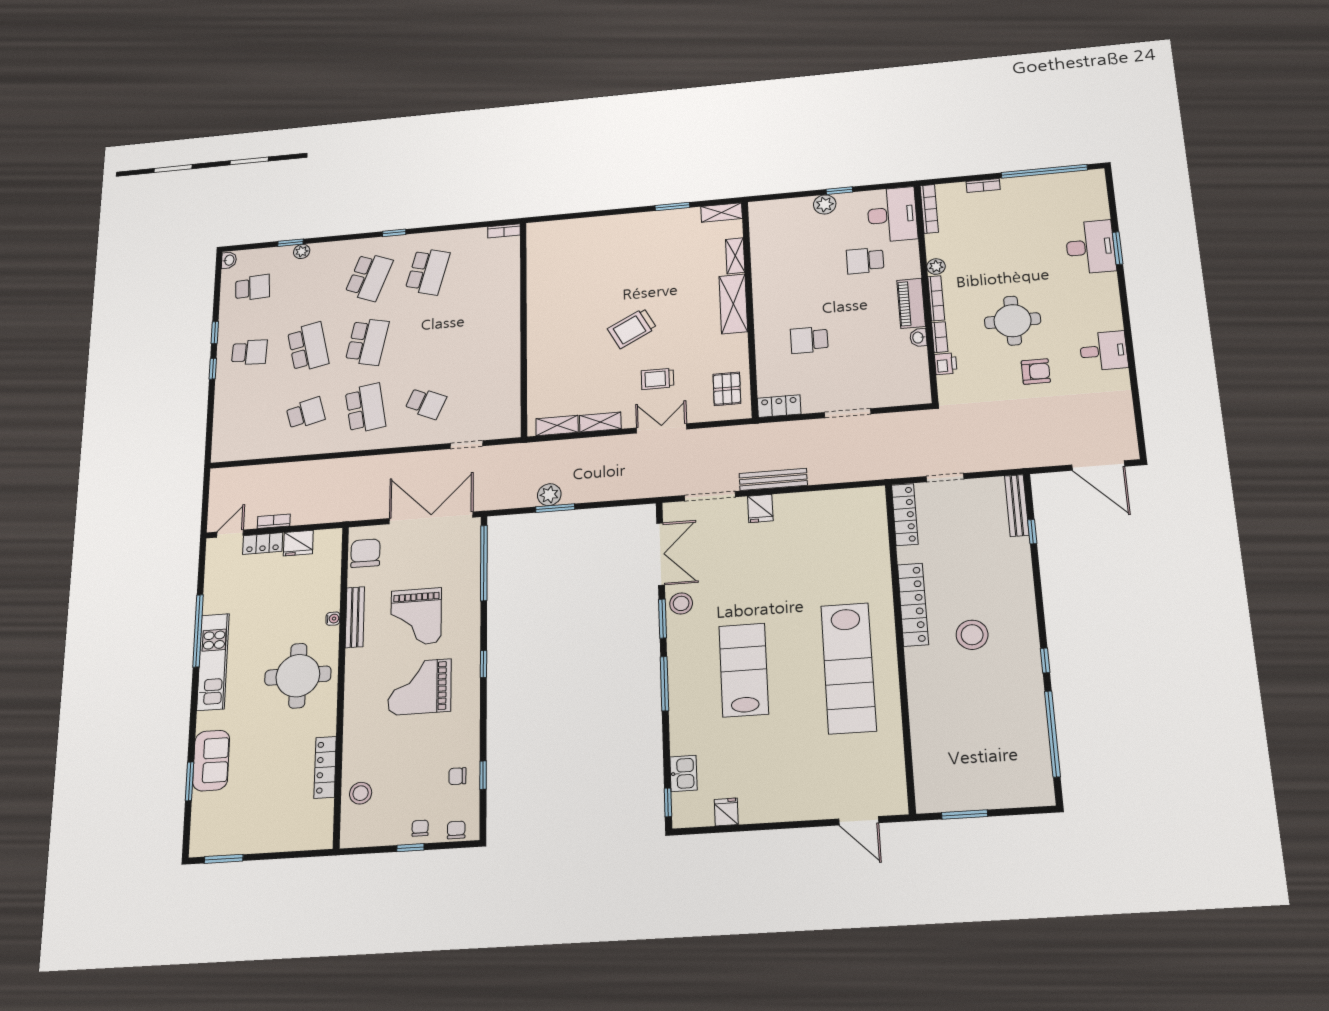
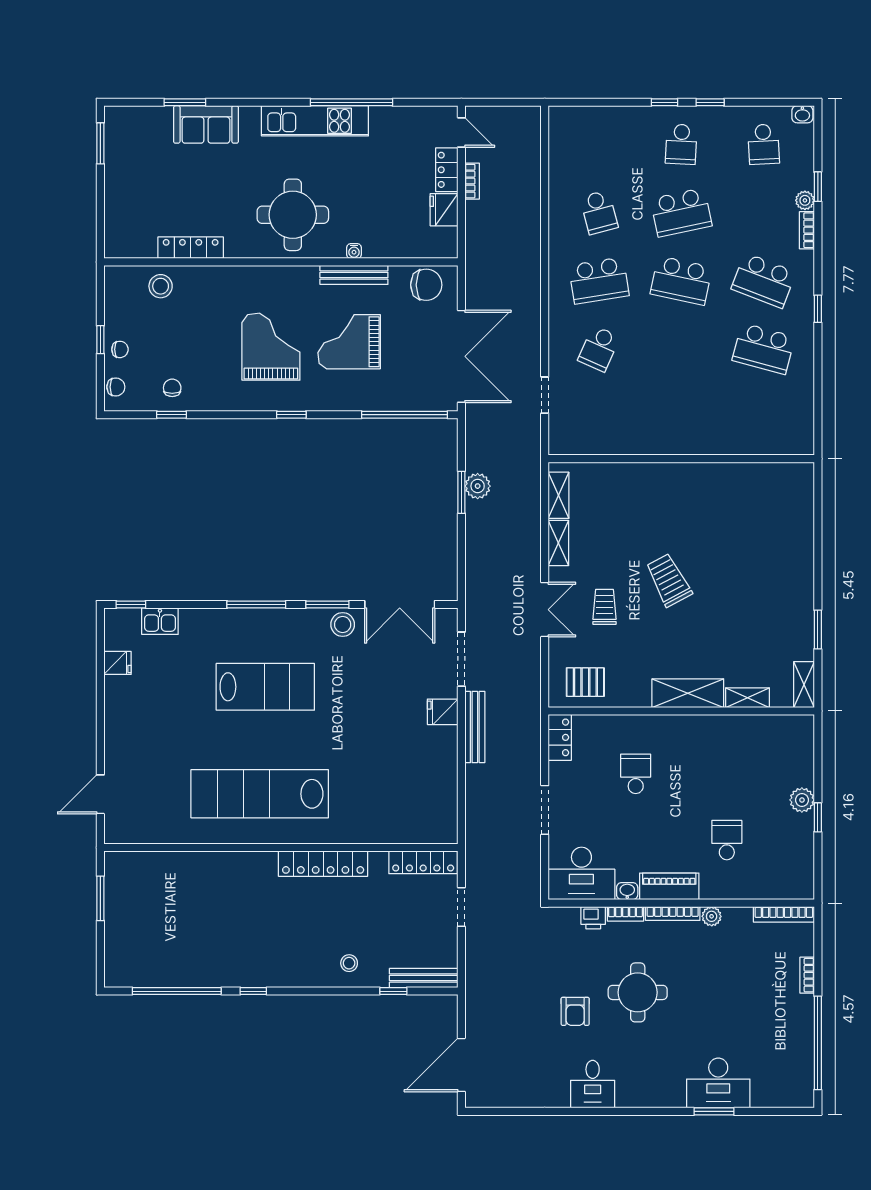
desk: (892, 215) -> (581, 873), moved
bookcase: (504, 231) -> (807, 230), moved
stool: (972, 635) -> (349, 963), moved, width x0.53, depth x0.53

